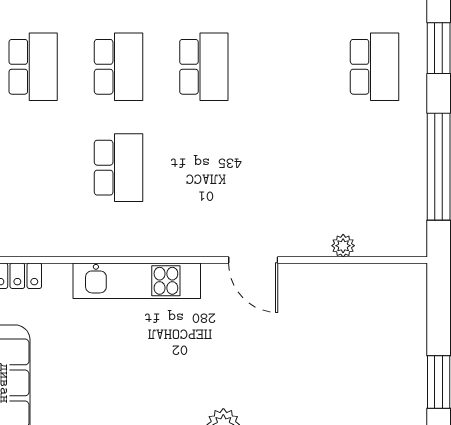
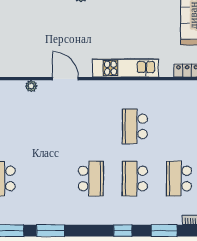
school desk: (204, 67) -> (91, 179), turned 180
plant: (343, 246) -> (31, 86), moved

